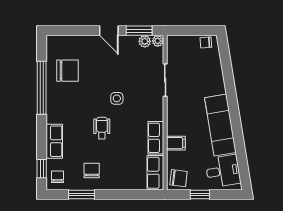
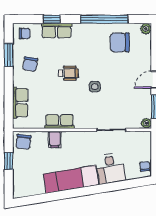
plant: (145, 41) -> (146, 29), moved
chair: (67, 71) -> (120, 42), turned 90
window: (42, 169) -> (52, 19), moved
chair: (92, 171) -> (30, 64), turned 99
desk: (223, 171) -> (111, 168), moved
row of seats: (155, 173) -> (20, 103), moved, turned 90

